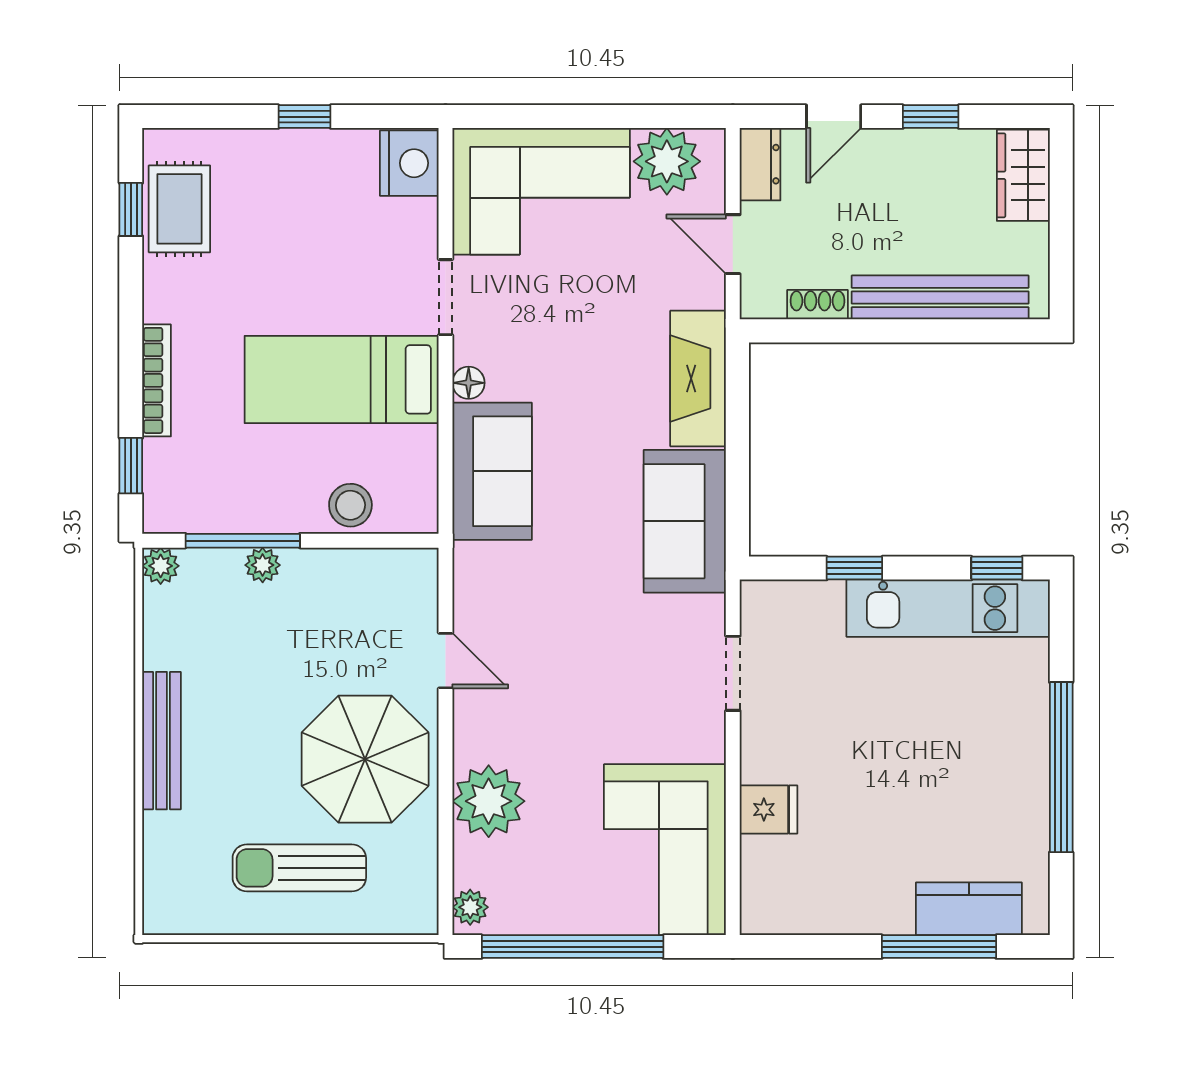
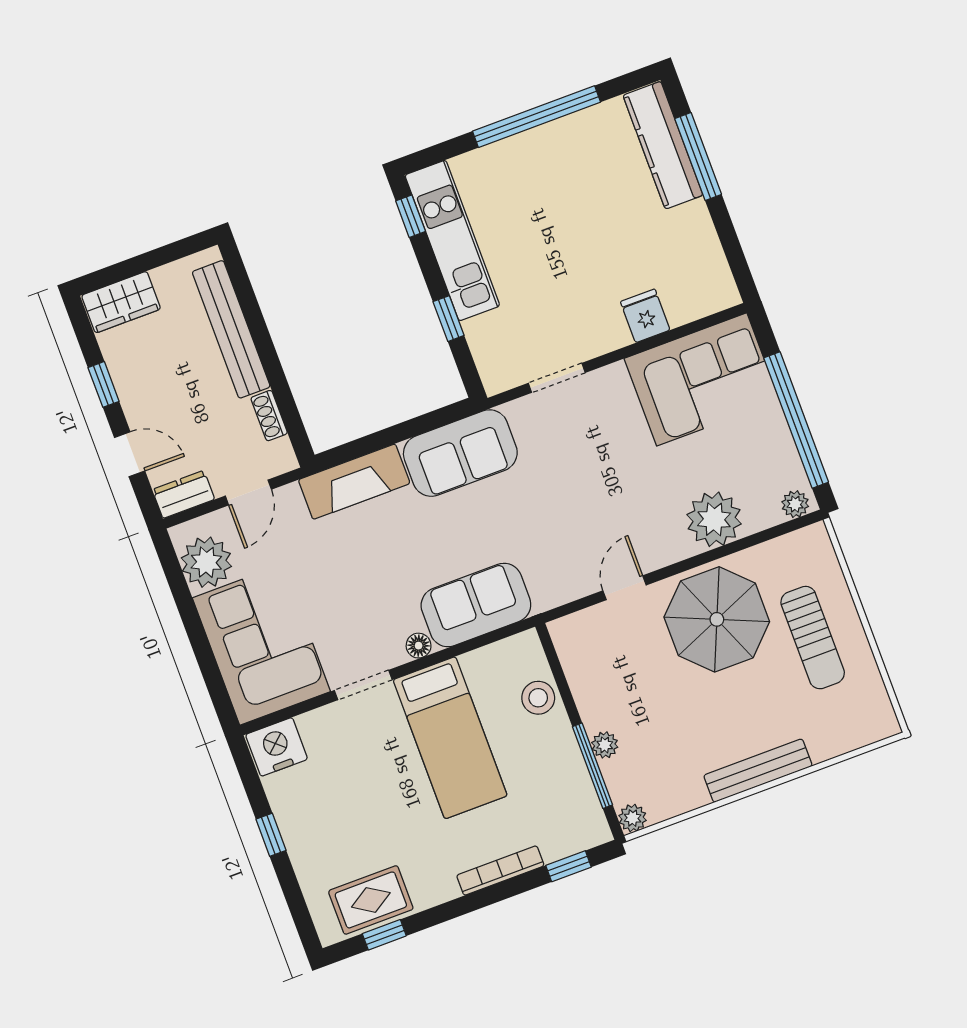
kitchen counter: (969, 909) -> (663, 145), width x1.50

